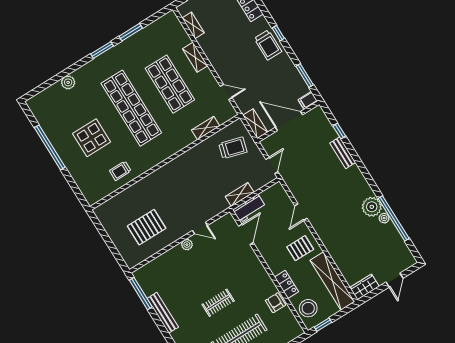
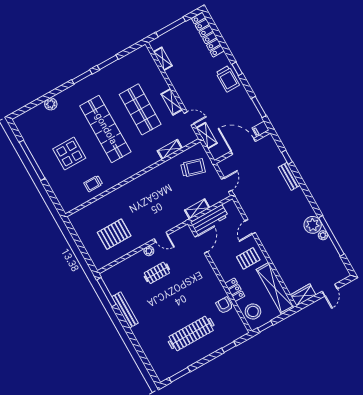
shelving: (195, 57) -> (172, 102), moved
shelving: (255, 124) -> (207, 136), moved
workbench: (249, 208) -> (209, 219), width x1.38
clothes rail: (218, 303) -> (157, 273), moved

